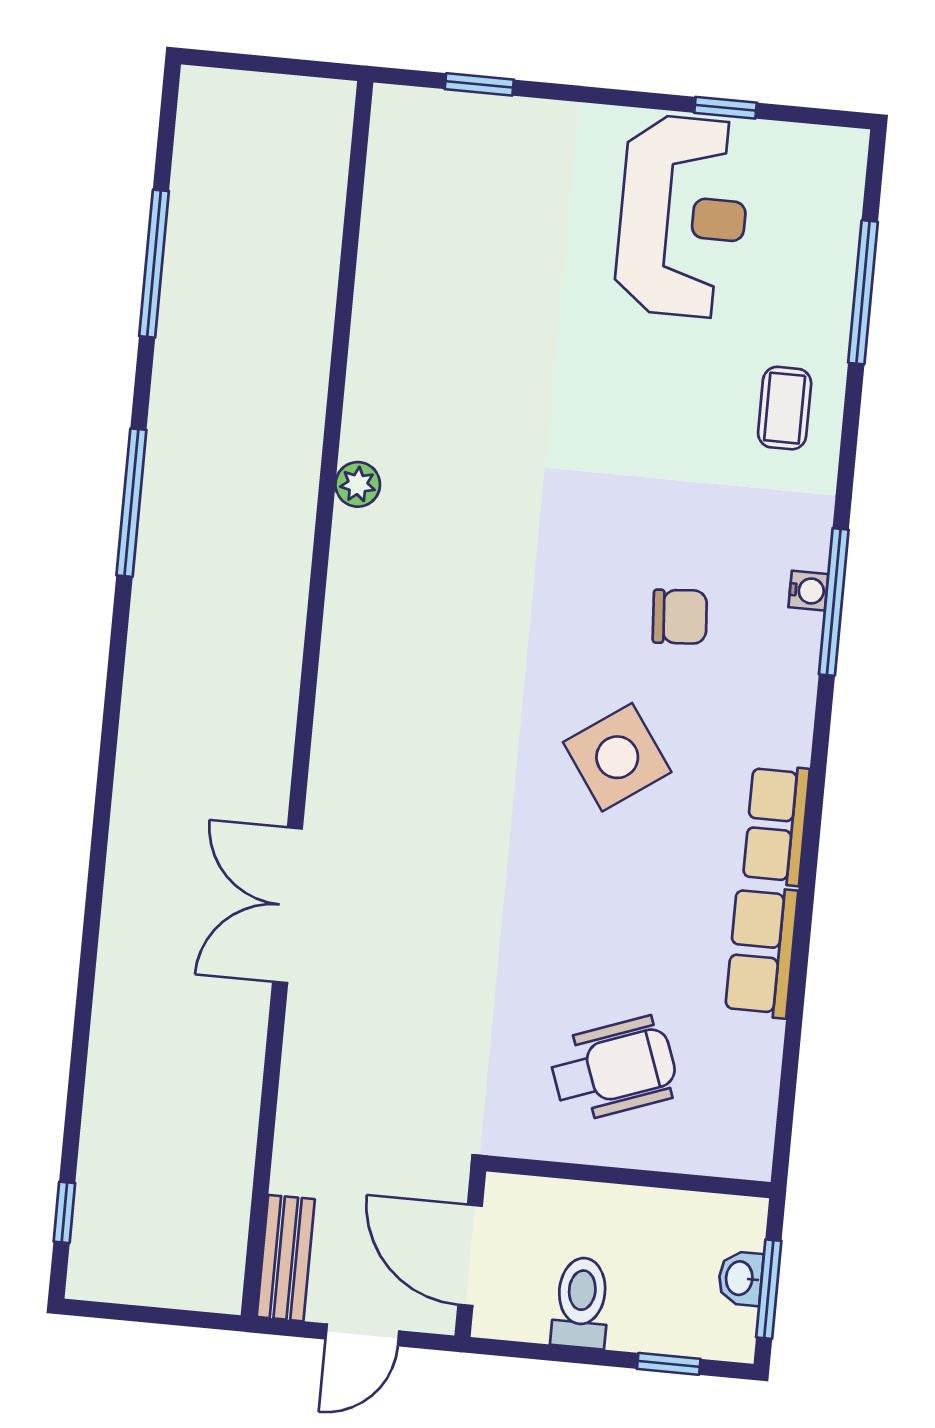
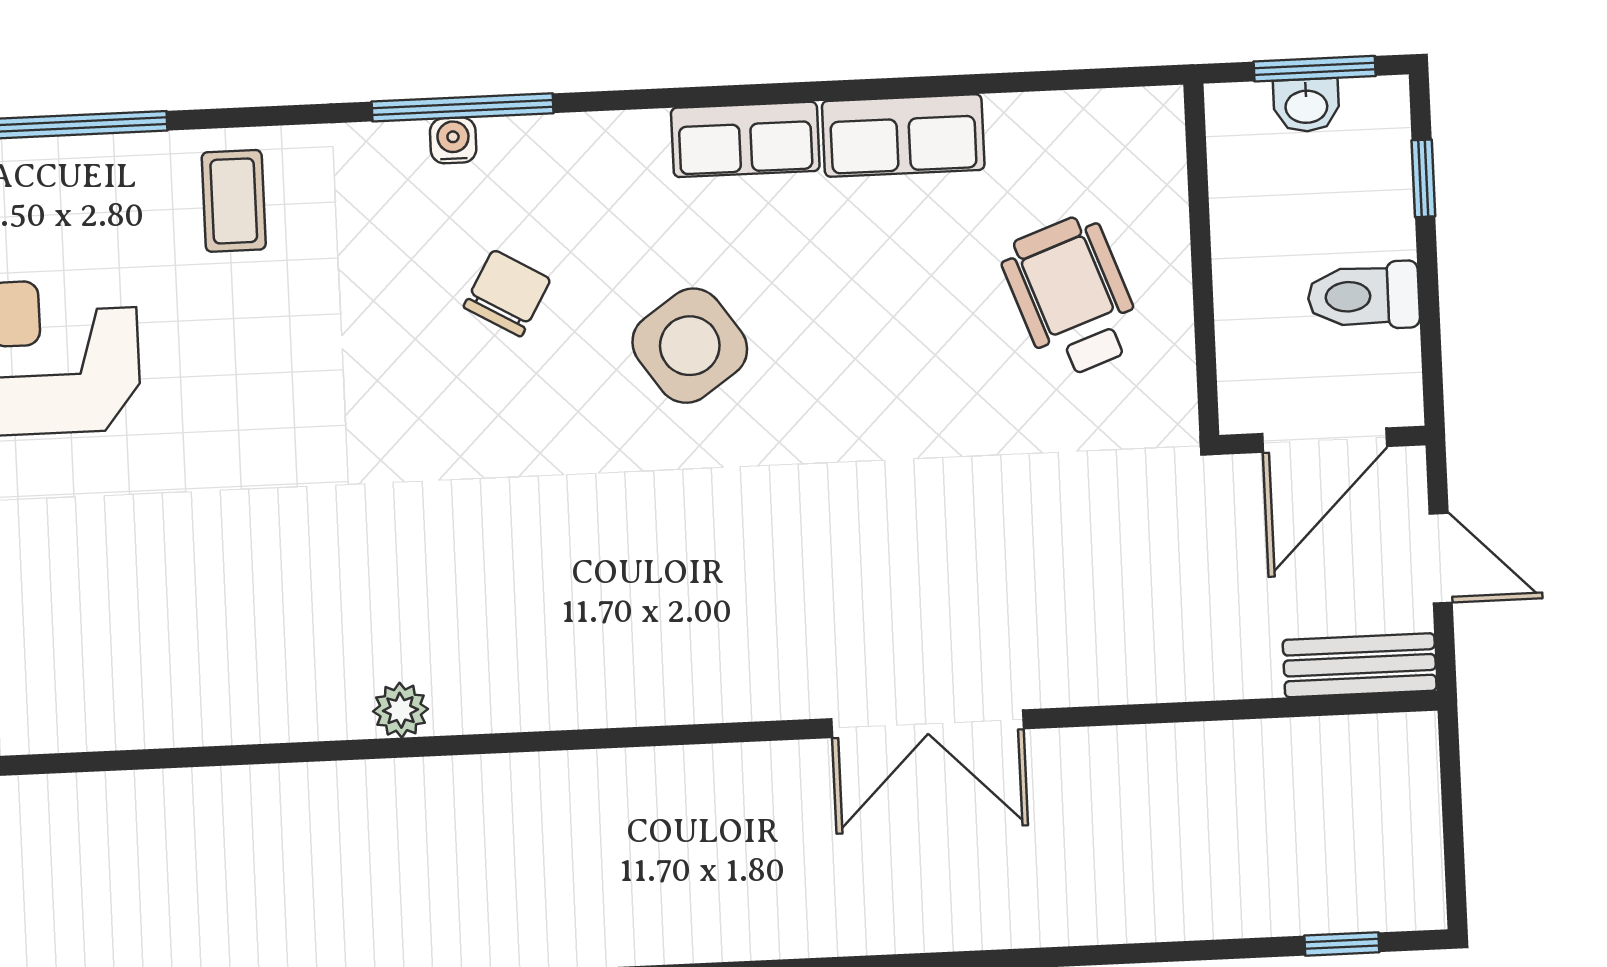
coffee table: (785, 408) -> (234, 201), turned 90
chair: (680, 617) -> (507, 293), turned 34

